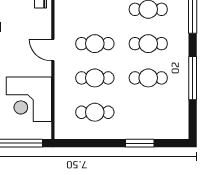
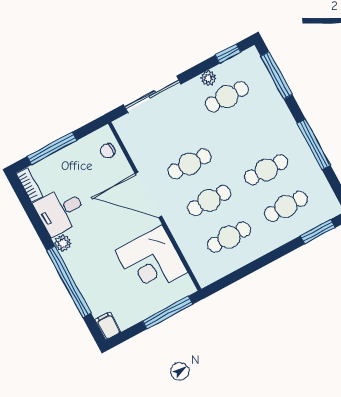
cafe table: (148, 44) -> (286, 206), moved
door: (53, 50) -> (148, 195), width x1.87
window: (140, 143) -> (318, 232), moved

